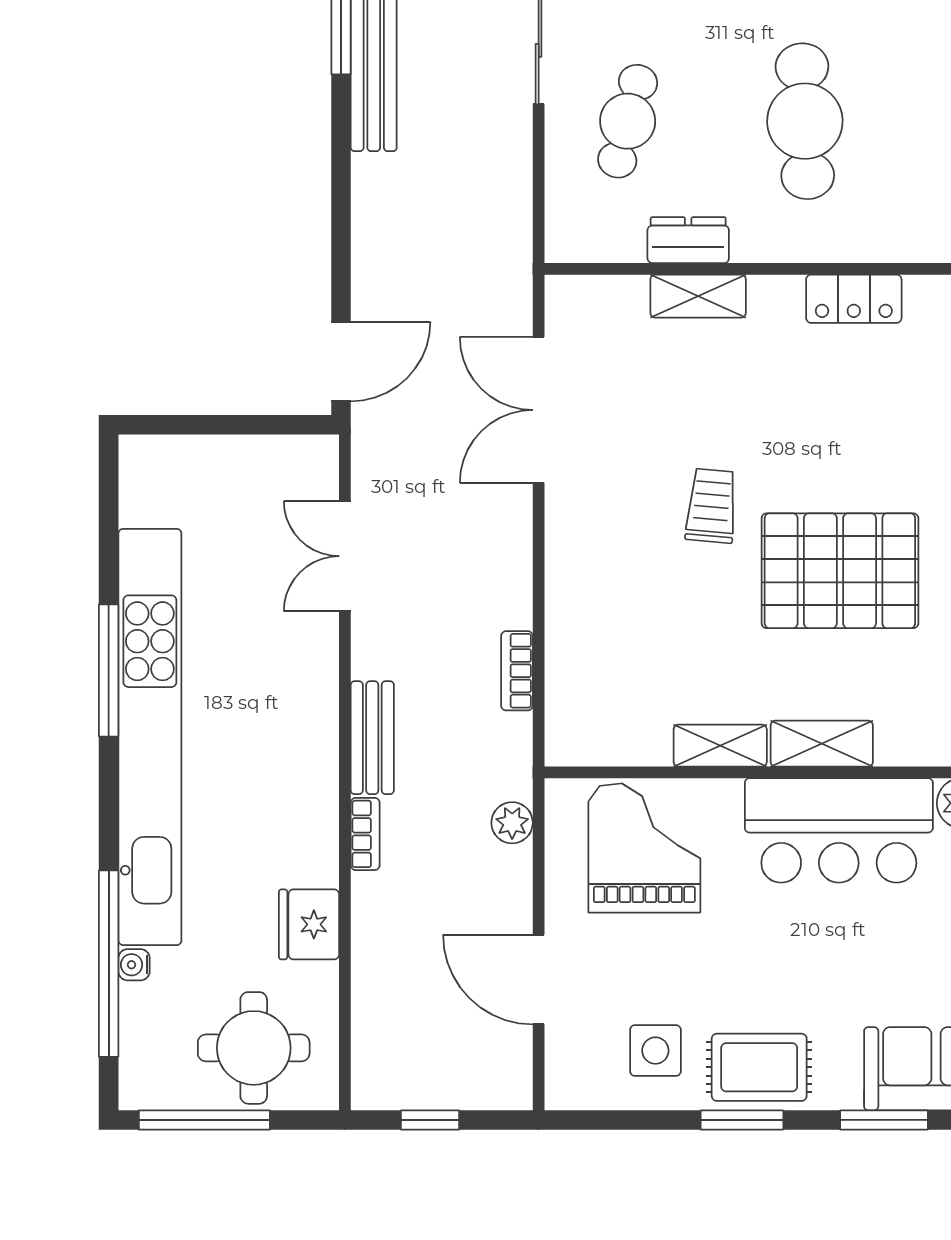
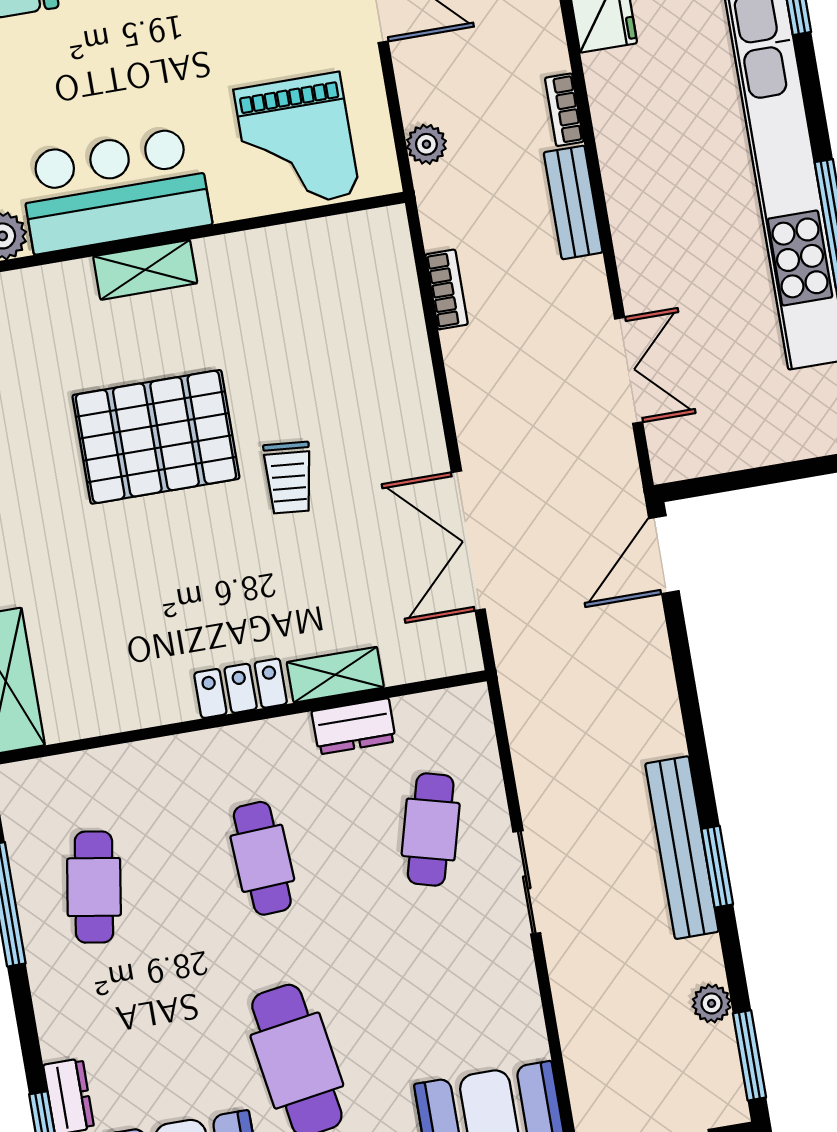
cafe table: (805, 121) -> (262, 858), width x0.73, depth x0.74
locker: (854, 299) -> (241, 688), moved
double door: (539, 410) -> (468, 541), swing flipped
shelving: (720, 746) -> (241, 251), removed

